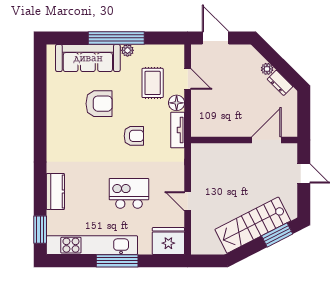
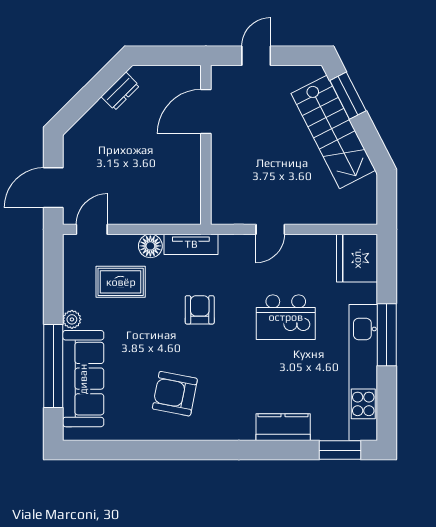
window: (116, 38) -> (53, 366), moved
plant: (267, 69) -> (100, 111), removed
door: (188, 79) -> (92, 229), moved
armchair: (99, 104) -> (175, 394), moved, turned -79
door: (266, 140) -> (206, 111), hinge flipped
kitchen island: (129, 193) -> (286, 317), turned -90
door: (188, 201) -> (270, 229), moved

